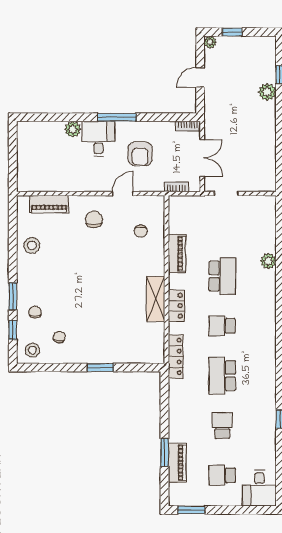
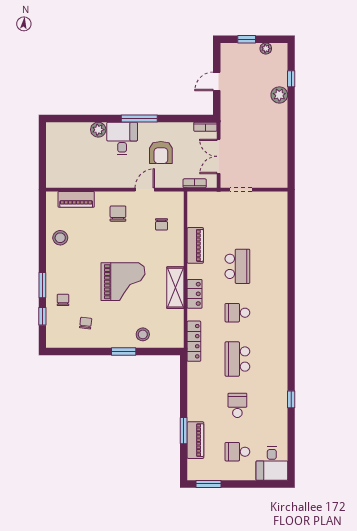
plant: (210, 42) -> (266, 49), moved
double door: (202, 158) -> (219, 156), swing flipped
plant: (268, 261) -> (280, 252), removed
grand piano: (99, 293) -> (123, 282), added
stool: (32, 350) -> (143, 334), moved

